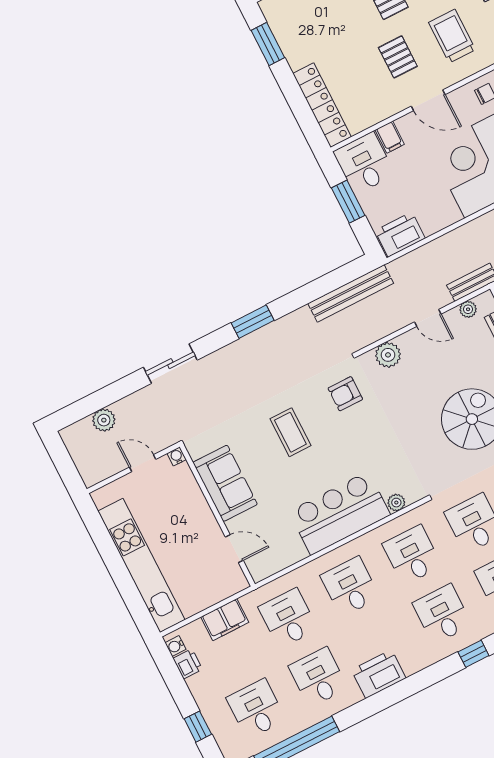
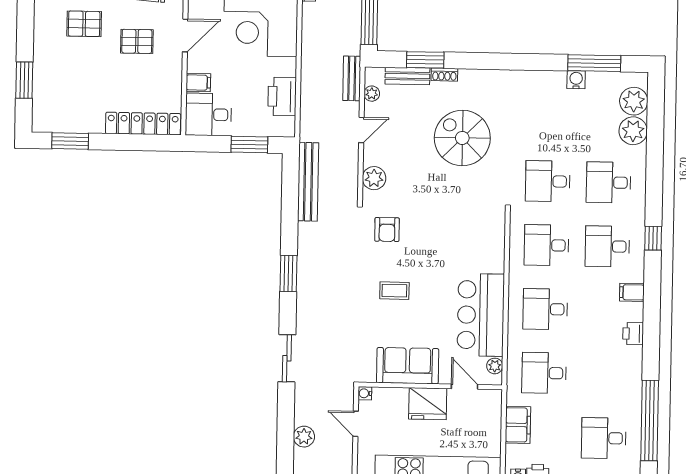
window: (348, 202) -> (249, 144), moved
printer: (400, 235) -> (282, 96), moved
coffee table: (290, 432) -> (394, 291), width x0.73, depth x0.77
door: (143, 463) -> (356, 424), hinge flipped
plant: (396, 503) -> (495, 366), moved
bar counter: (340, 513) -> (481, 315), moved
fridge: (199, 522) -> (428, 404), added
door: (234, 549) -> (465, 387), hinge flipped
filing cabinet: (411, 661) -> (632, 292), added
printer: (379, 674) -> (633, 334), width x0.53, depth x0.68
desk: (318, 677) -> (605, 374), removed

